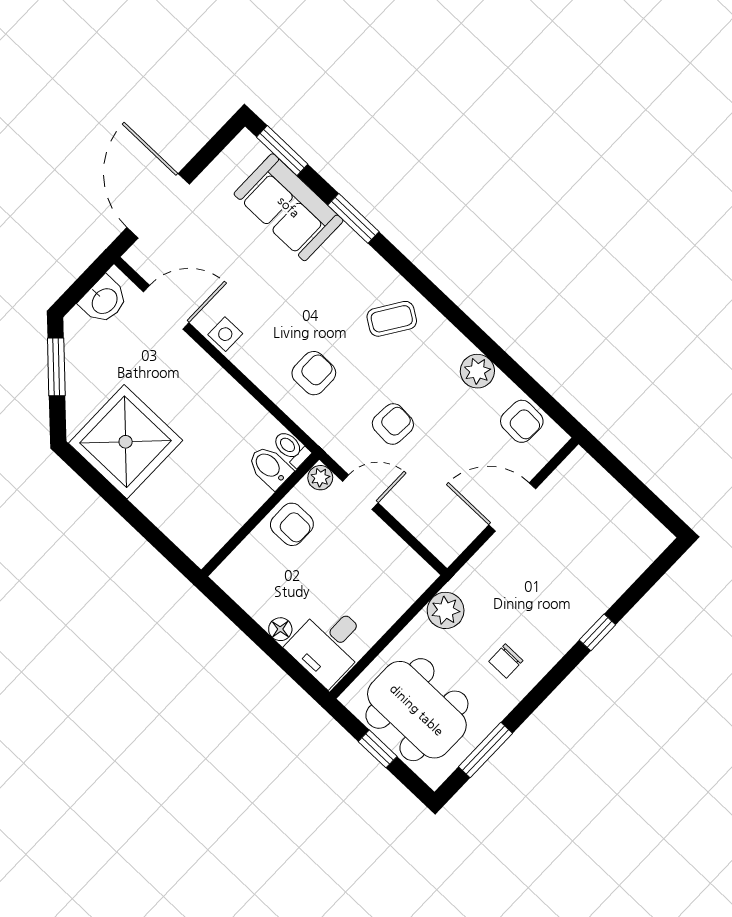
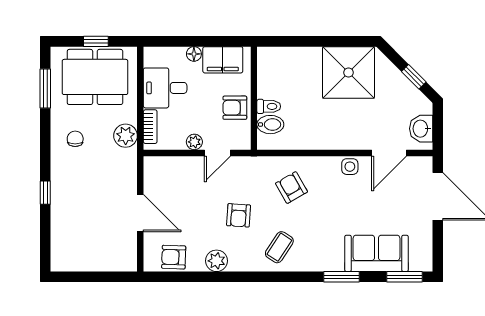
window: (56, 367) -> (414, 77), width x0.67
armchair: (314, 373) -> (291, 188), turned 150
armchair: (393, 424) -> (239, 215), moved
toilet: (291, 448) -> (269, 106), moved
plant: (320, 478) -> (194, 142), moved
door: (512, 507) -> (140, 213), hinge flipped
filing cabinet: (254, 591) -> (223, 60), added
bookcase: (408, 594) -> (150, 127), added
desk: (329, 644) -> (165, 88), moved, turned -90

